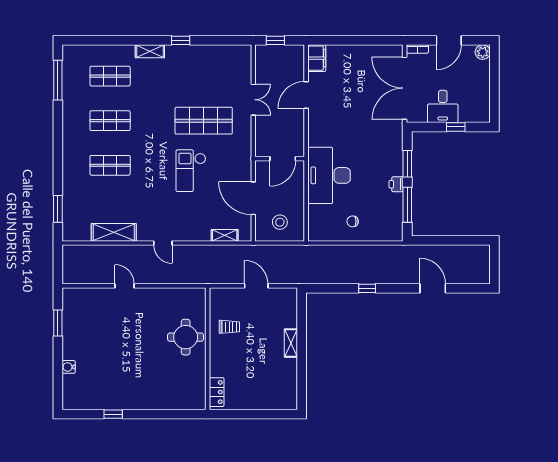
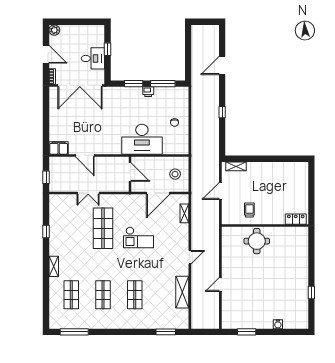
window: (181, 40) -> (46, 232), moved
double door: (253, 100) -> (88, 193), swing flipped
shelving: (291, 343) -> (236, 166), moved

